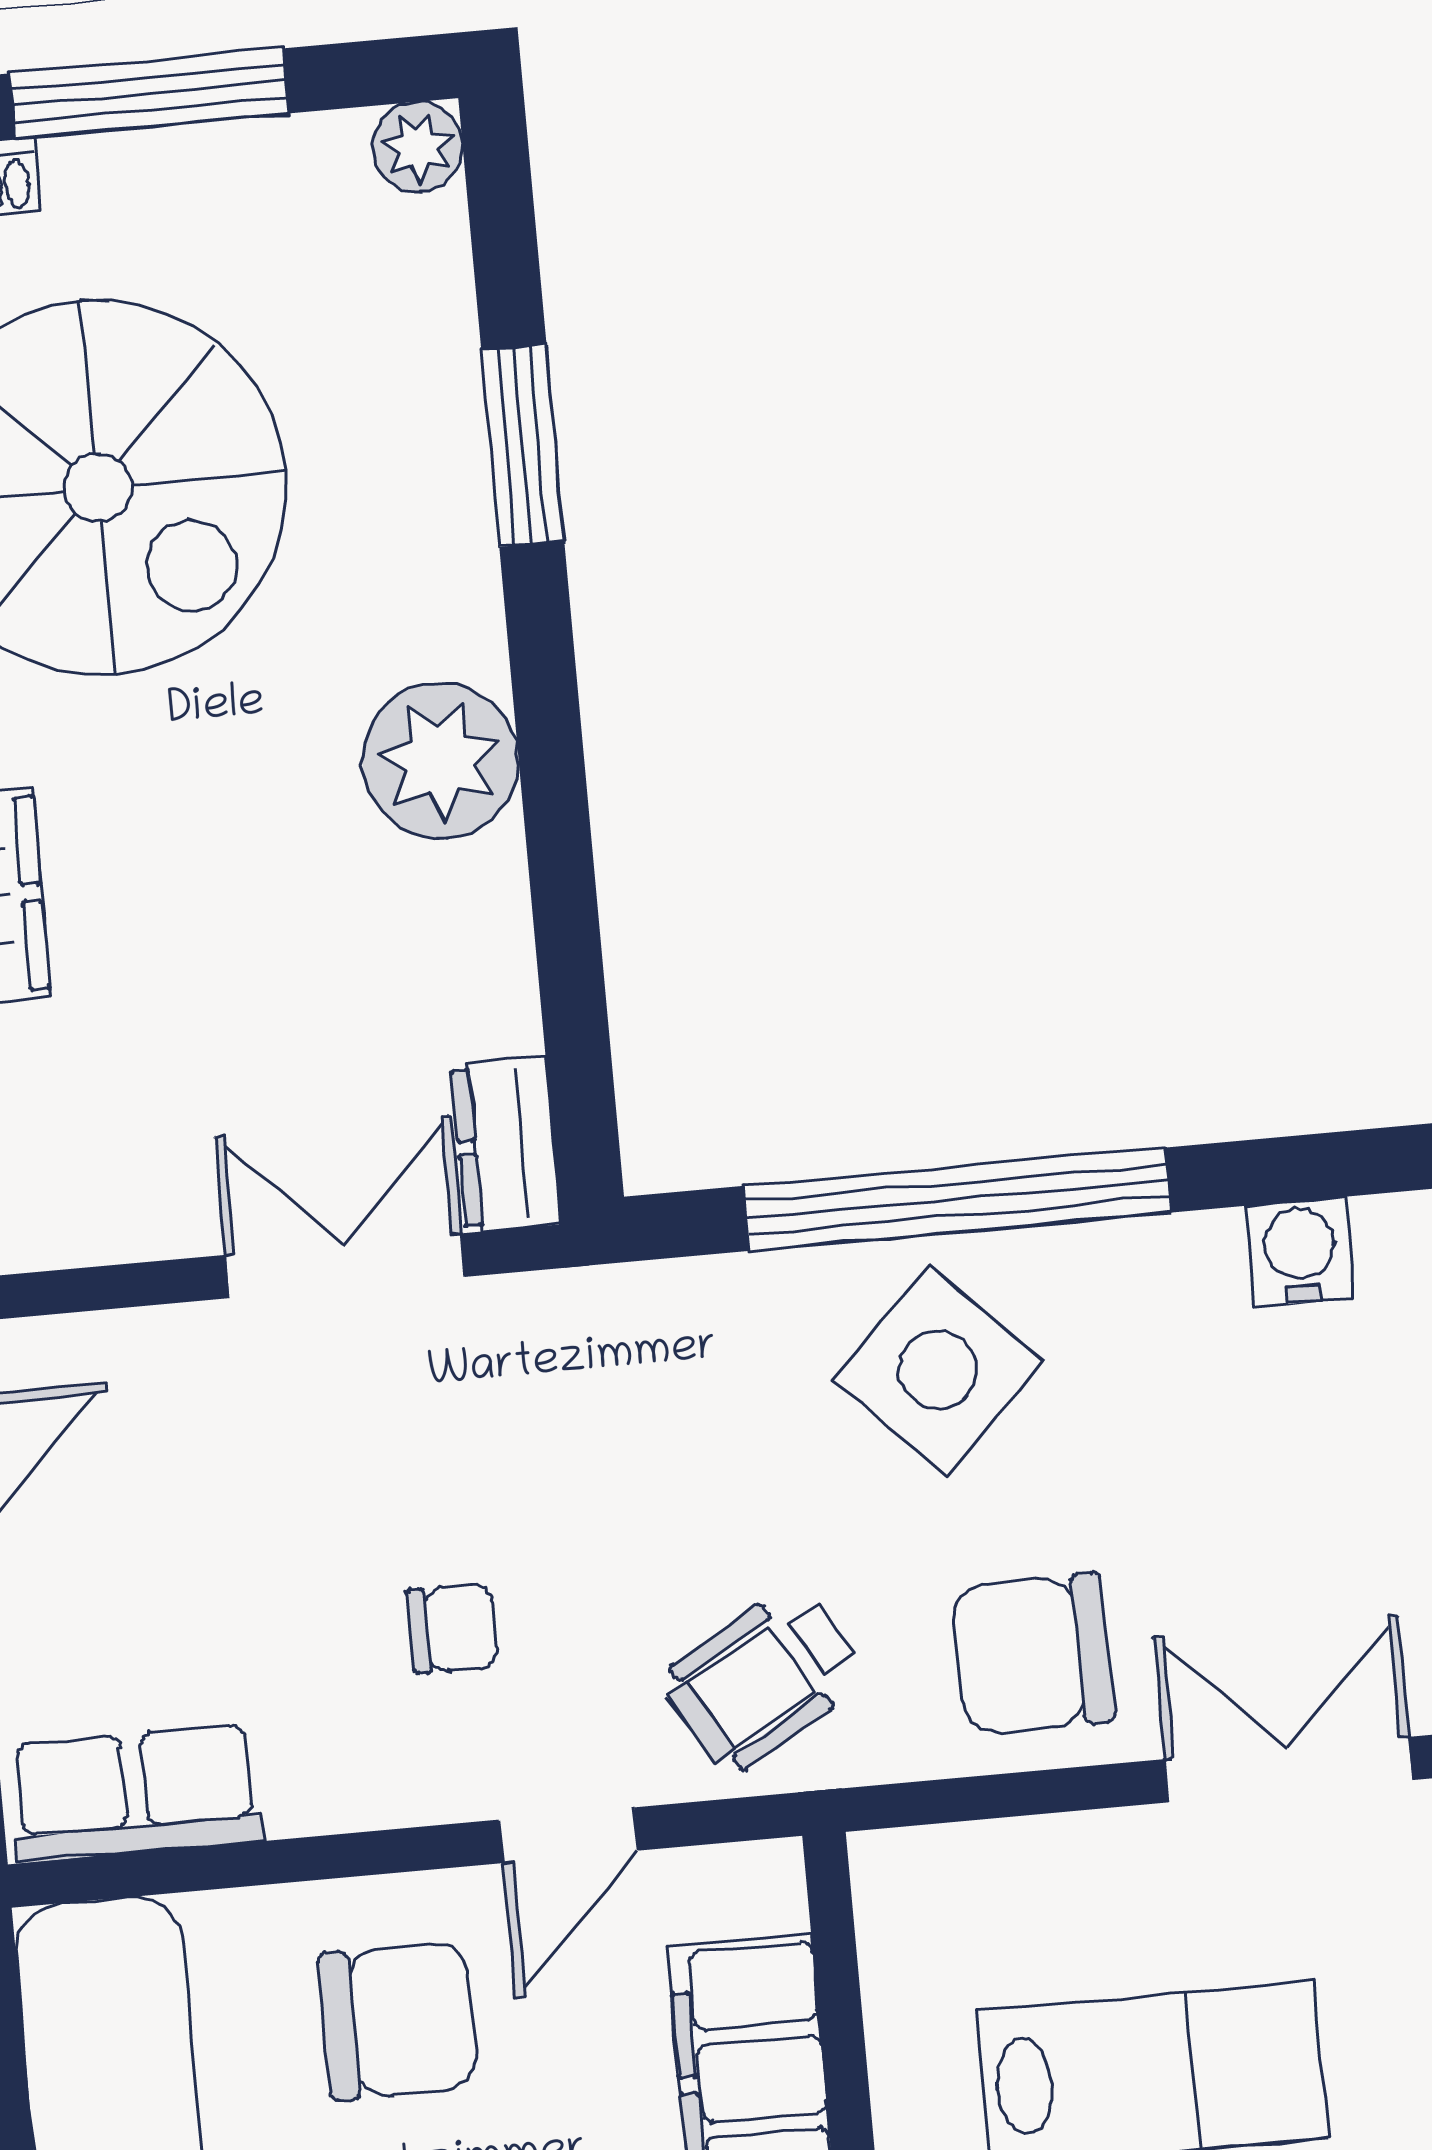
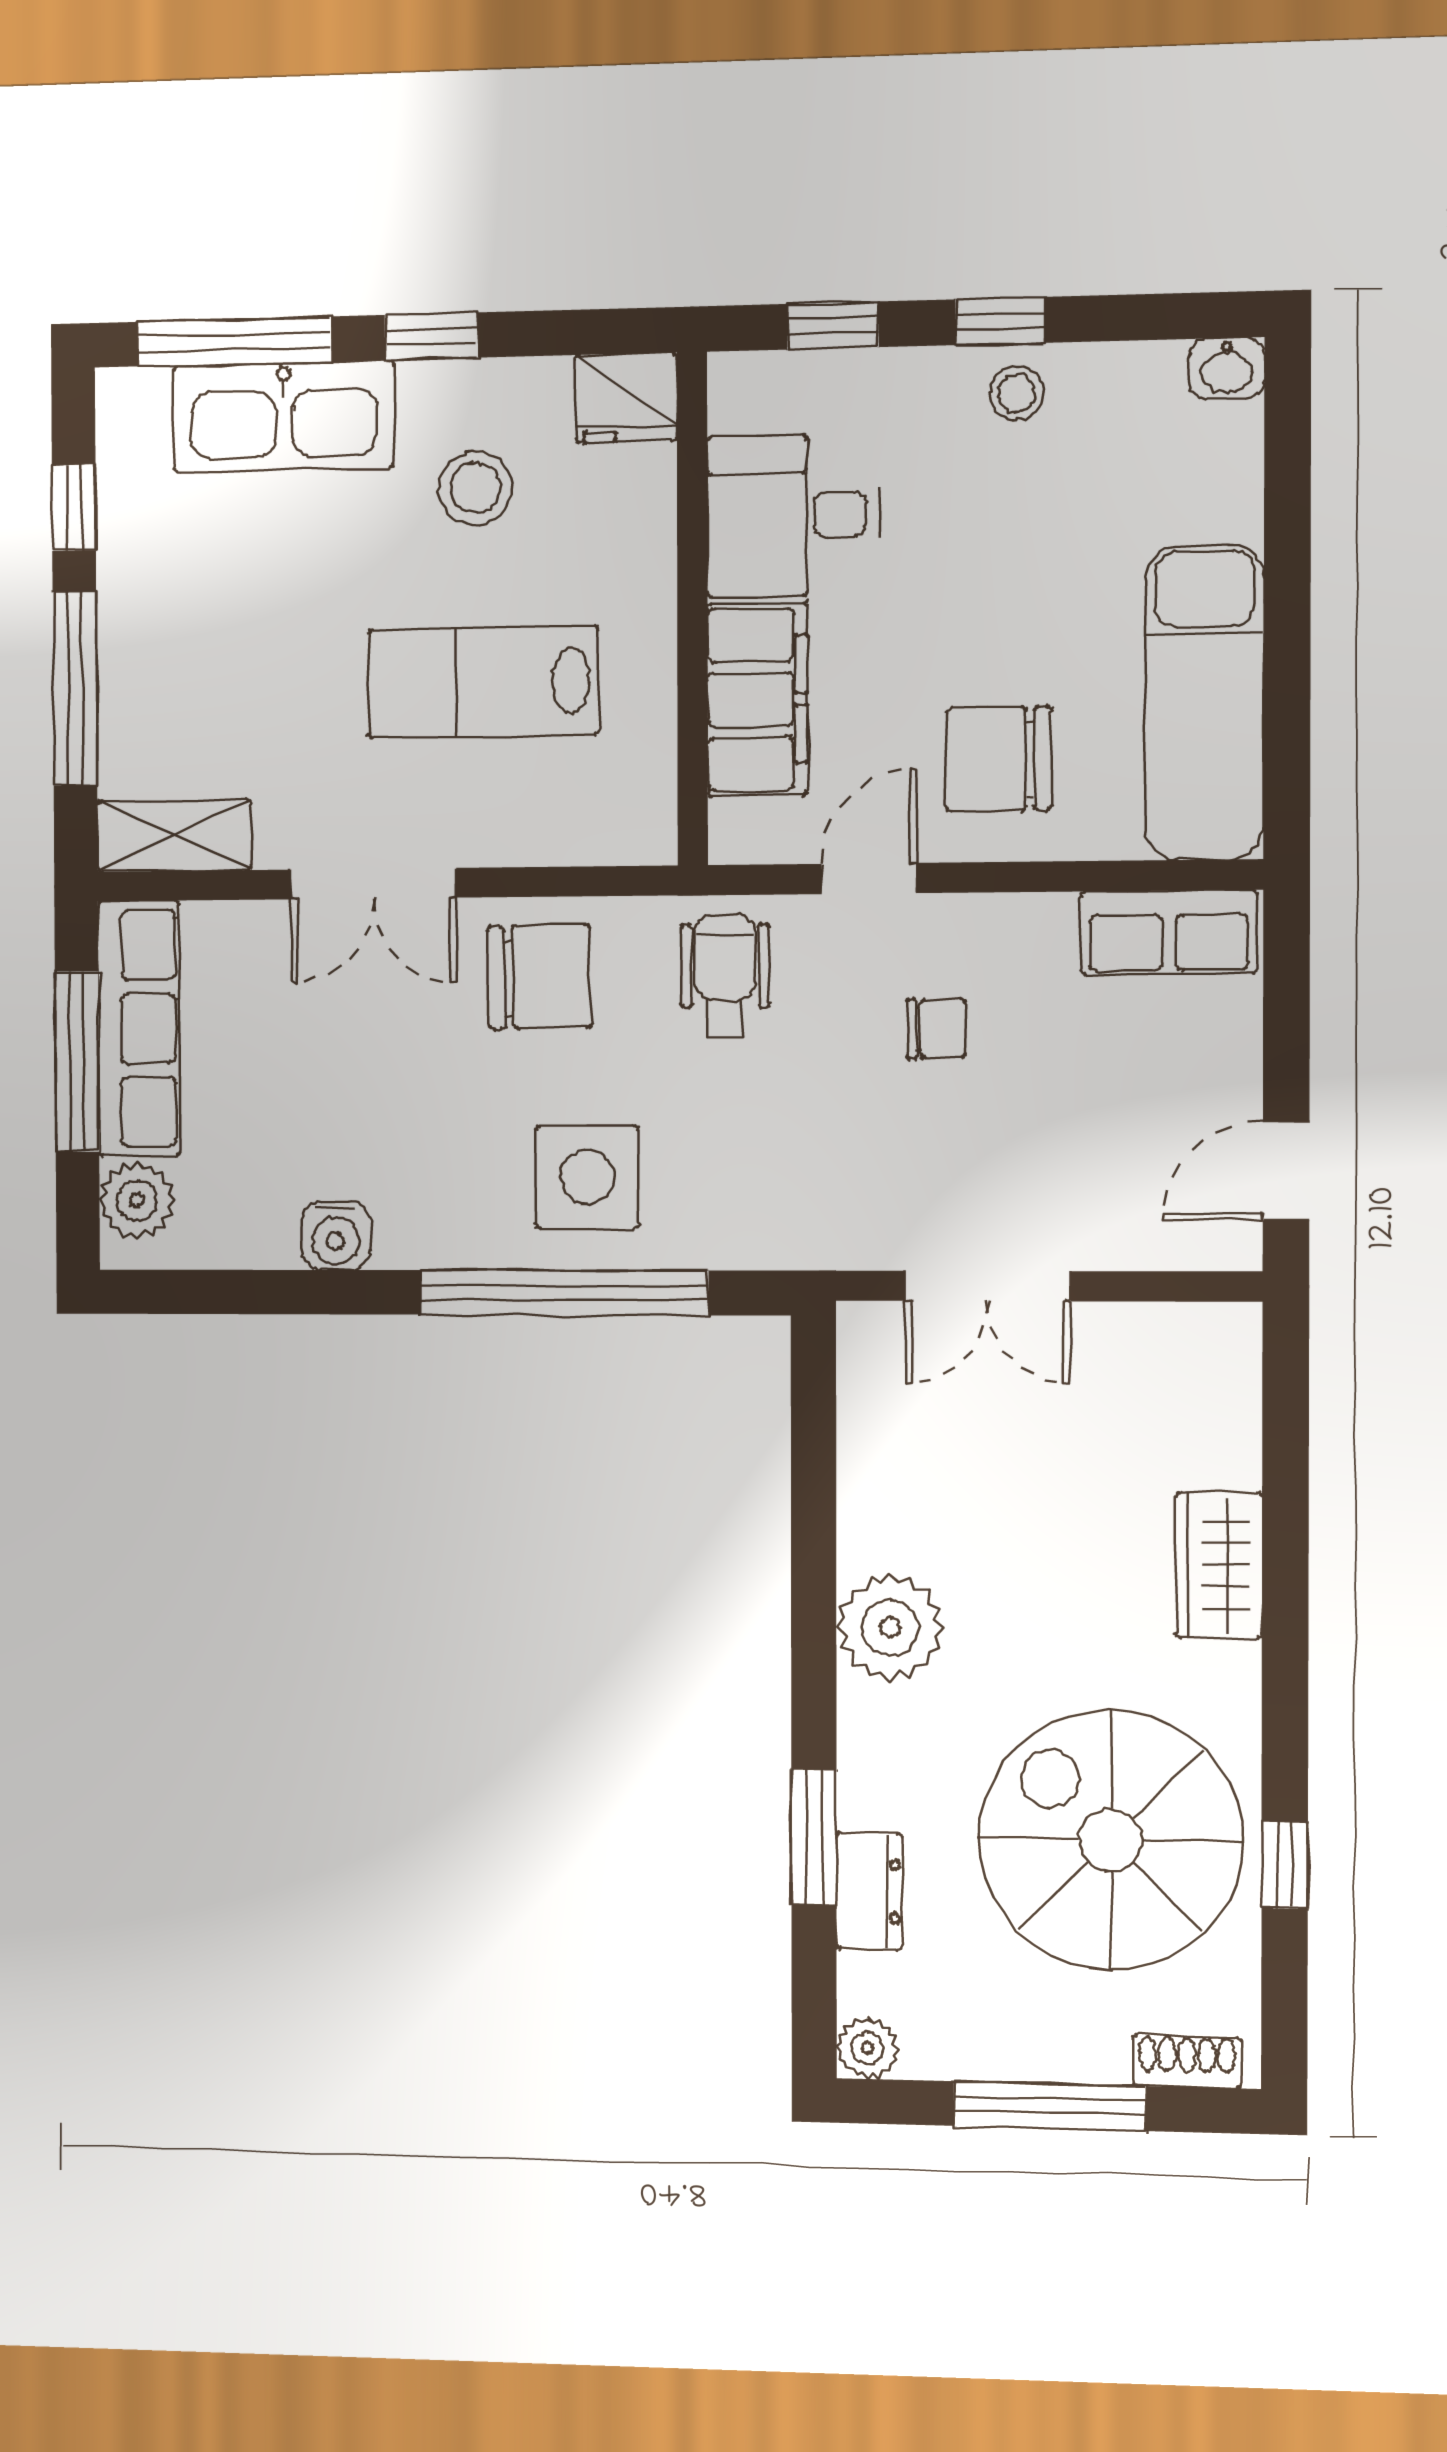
dresser: (506, 1144) -> (869, 1891), moved
side table: (938, 1370) -> (587, 1177), turned 45
chair: (453, 1628) -> (936, 1029), turned 180
wheelchair: (763, 1679) -> (725, 976), turned -60

